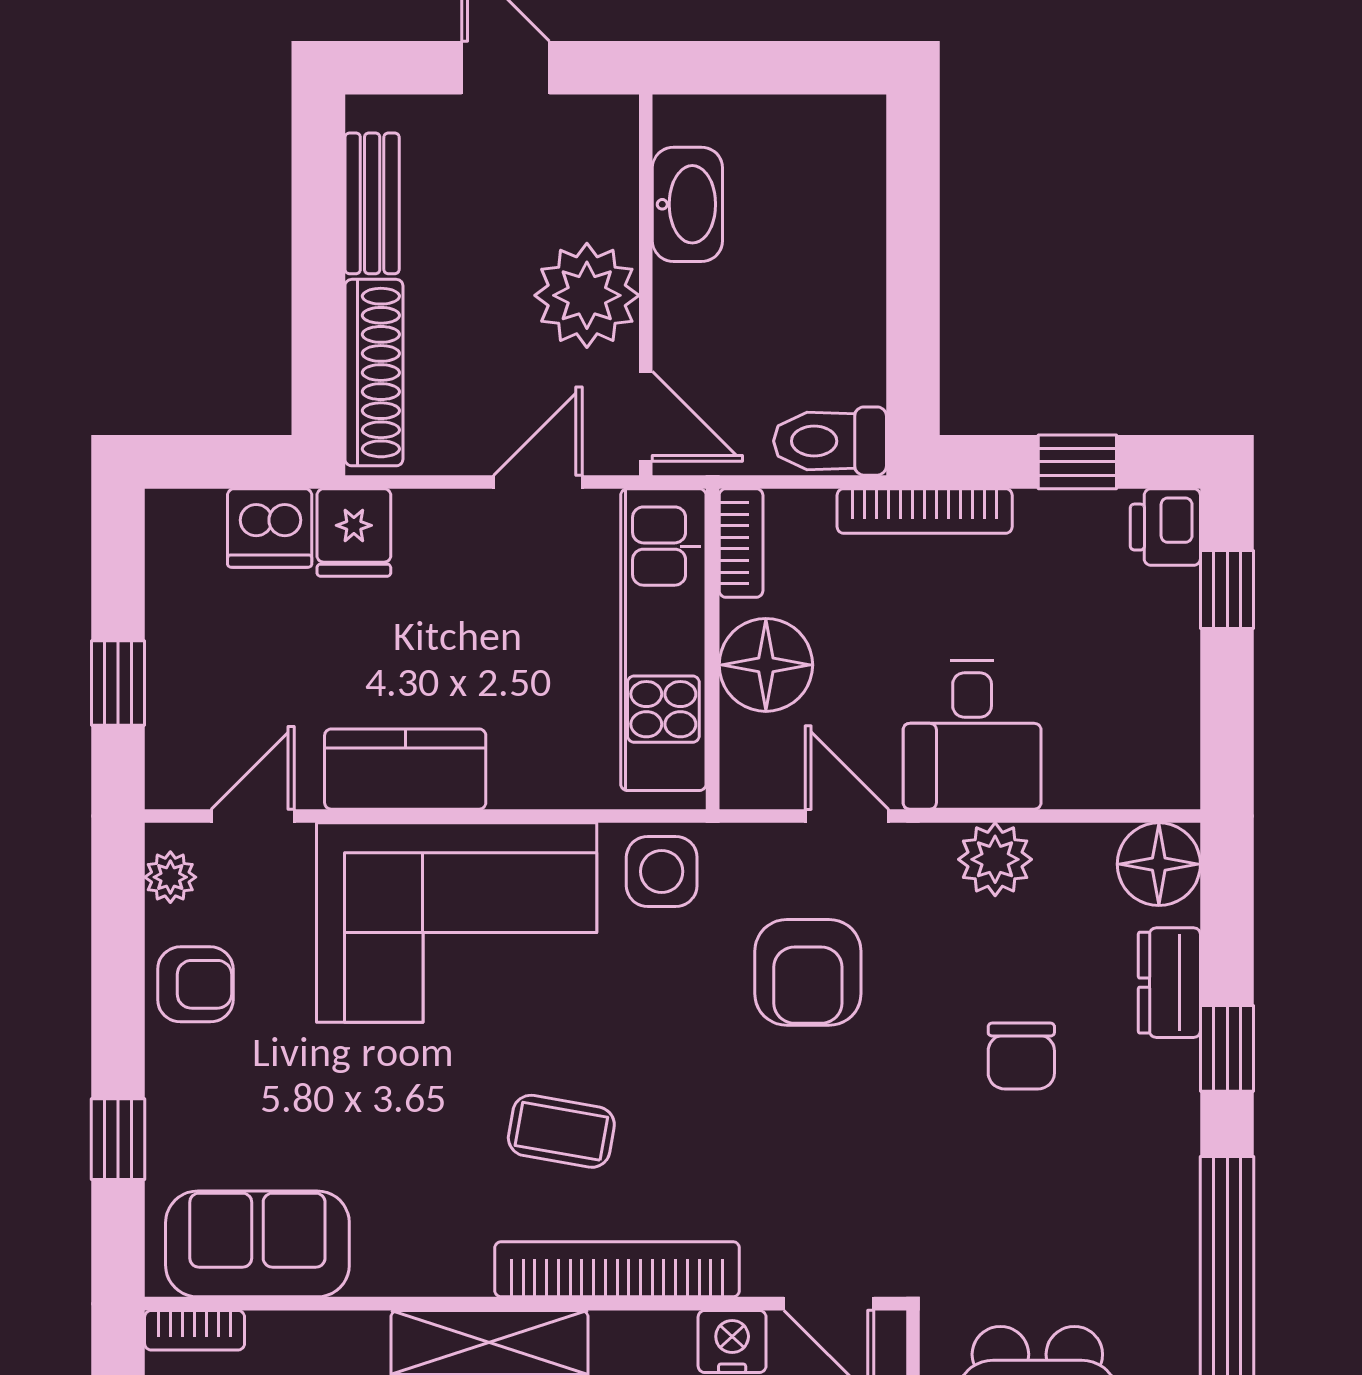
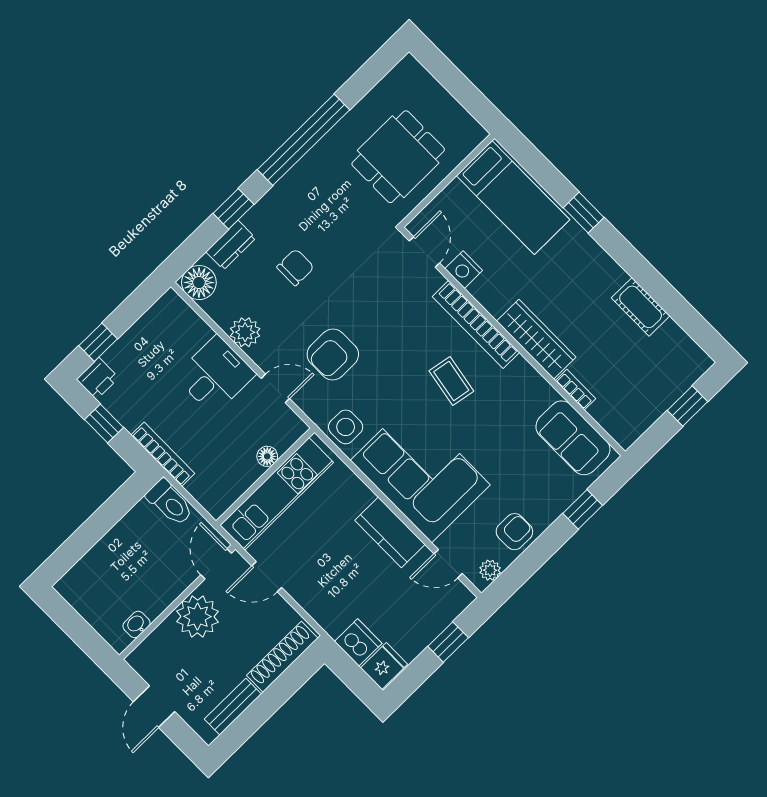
washbasin: (687, 204) -> (136, 624), width x0.52, depth x0.69
fridge: (354, 532) -> (384, 666), moved
bookcase: (741, 543) -> (226, 499), removed
floor lamp: (766, 665) -> (267, 456), width x0.53, depth x0.53
door: (847, 816) -> (275, 388), swing flipped
armchair: (808, 972) -> (333, 355), turned 180
armchair: (195, 984) -> (514, 532), turned 90
bookcase: (195, 1330) -> (576, 390), moved

